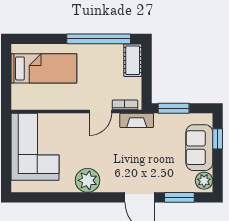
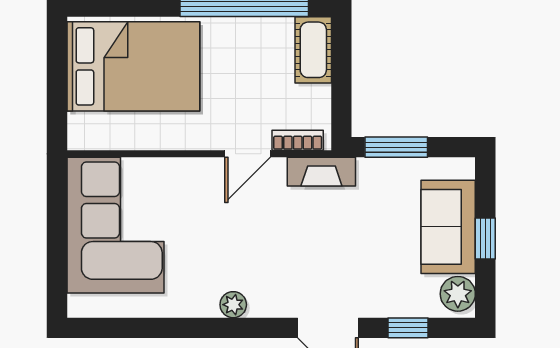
bed: (44, 68) -> (133, 66), width x1.50
window: (218, 139) -> (485, 238), moved
plant: (88, 180) -> (233, 305), width x0.53, depth x0.53
window: (179, 197) -> (408, 328), width x0.67

